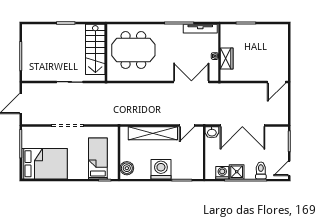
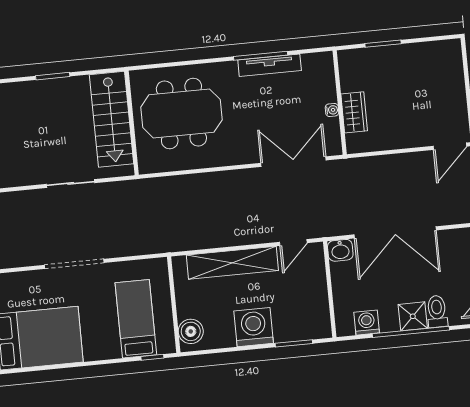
tv unit: (200, 29) -> (270, 65), moved
shower: (237, 172) -> (413, 316), moved

